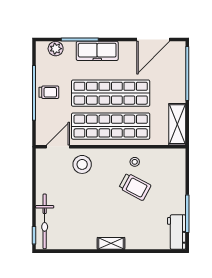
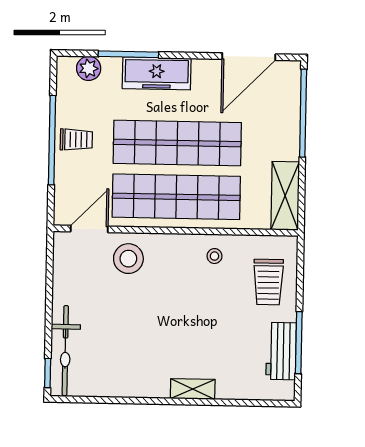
trolley: (135, 187) -> (268, 282), moved, turned 62
workbench: (177, 232) -> (281, 351), moved
shelving: (111, 243) -> (193, 389), moved

